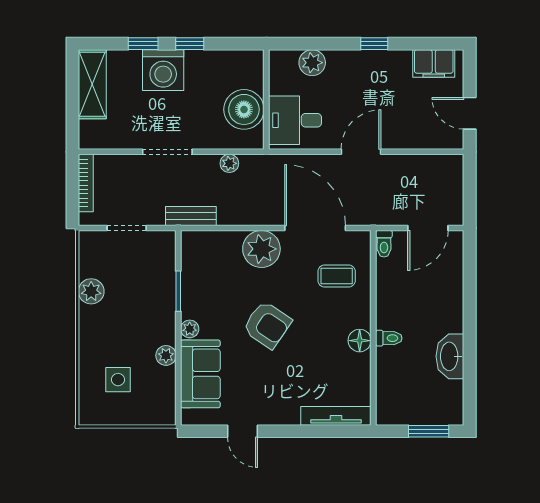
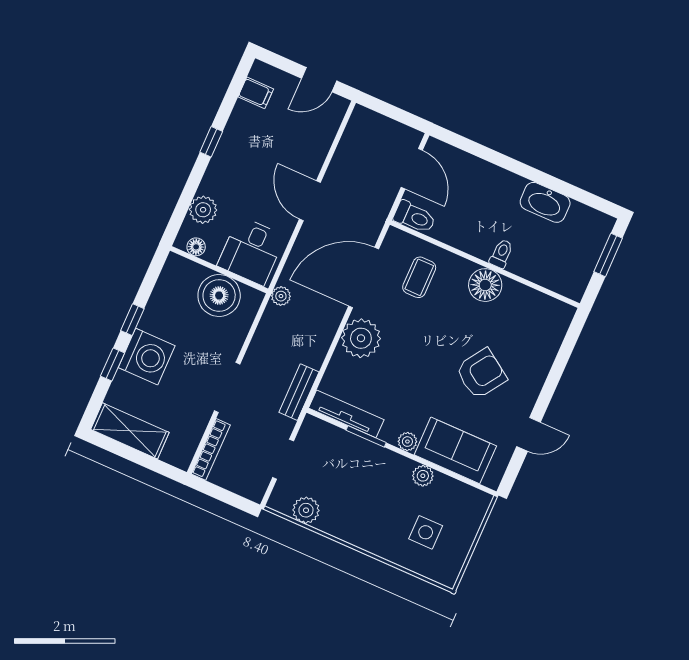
filing cabinet: (434, 63) -> (256, 93), width x0.50
floor lamp: (277, 71) -> (196, 247), added
plant: (229, 163) -> (281, 296), moved
bookcase: (86, 183) -> (211, 449), moved, turned 90
toilet: (384, 244) -> (415, 217), width x1.37, depth x1.39
plant: (91, 291) -> (306, 510), moved
armchair: (267, 325) -> (481, 374), moved
floor lamp: (360, 341) -> (485, 285), width x1.38, depth x1.38
tv unit: (336, 416) -> (346, 414), moved, turned 90

